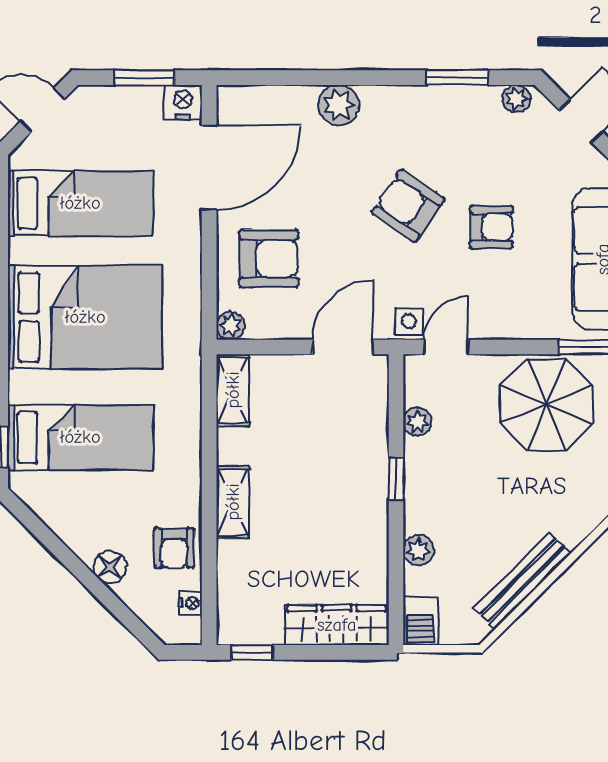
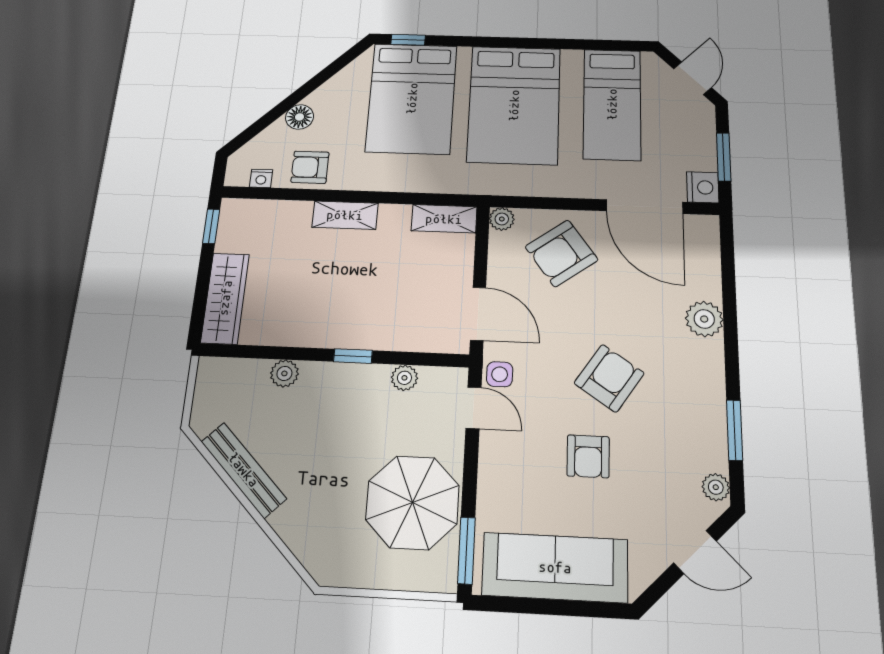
armchair: (269, 259) -> (561, 253), turned 54
bed: (80, 437) -> (412, 98), width x1.50
barbecue: (420, 621) -> (219, 372), removed

